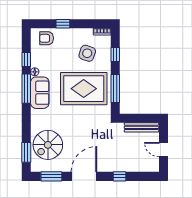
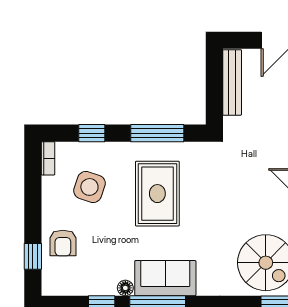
window: (63, 24) -> (33, 256), moved
armchair: (47, 38) -> (63, 243), moved
rug: (84, 89) -> (157, 194), width x0.73, depth x0.69

